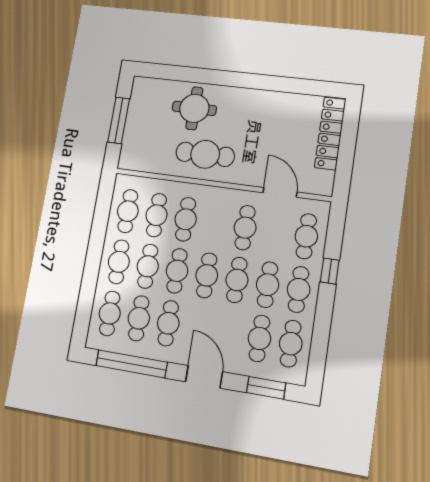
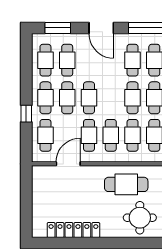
locker: (330, 133) -> (73, 230), moved, turned -90
door: (280, 192) -> (68, 164), swing flipped
cafe table: (207, 275) -> (111, 135), moved

